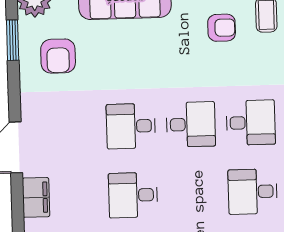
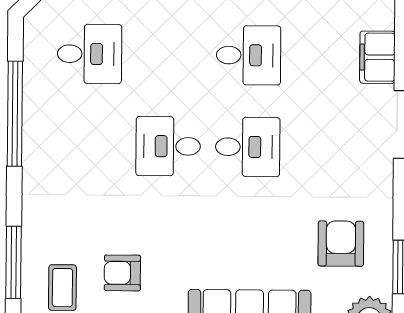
desk: (251, 123) -> (89, 146), removed

